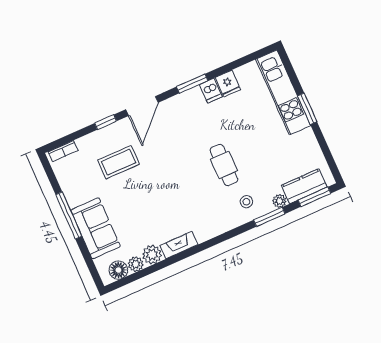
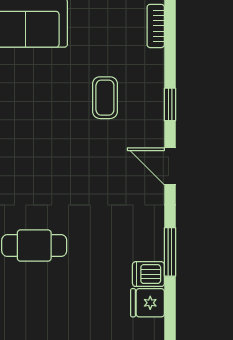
door: (142, 106) -> (170, 166), width x0.73
coffee table: (119, 162) -> (105, 98), width x0.73, depth x0.77

